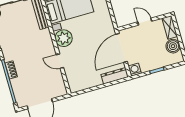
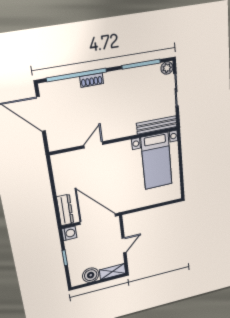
plant: (64, 38) -> (121, 152), removed

